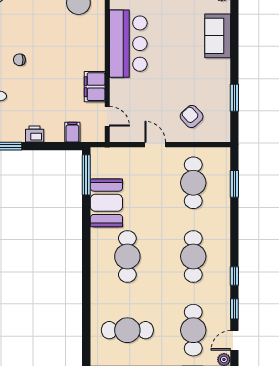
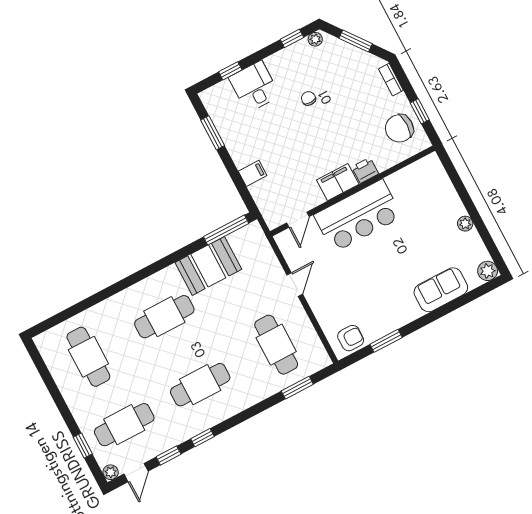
bar counter: (128, 44) -> (358, 216), moved
filing cabinet: (95, 87) -> (338, 182), moved
armchair: (192, 116) -> (351, 338), moved, turned 43
filing cabinet: (72, 132) -> (253, 173), moved
printer: (35, 134) -> (365, 170), moved, turned -90
cafe table: (193, 183) -> (276, 345), turned 90
door: (234, 340) -> (136, 473), swing flipped

